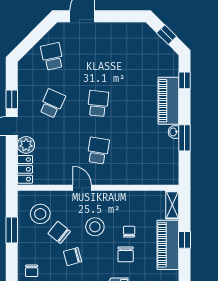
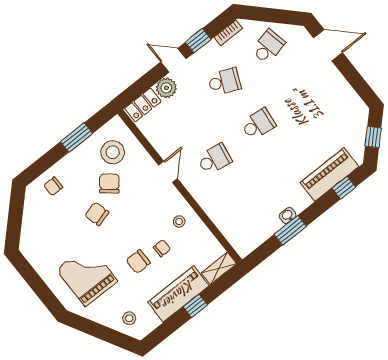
bookcase: (22, 75) -> (228, 33), added
piano: (168, 101) -> (329, 175), moved
stool: (95, 227) -> (179, 221), moved, width x0.53, depth x0.53

